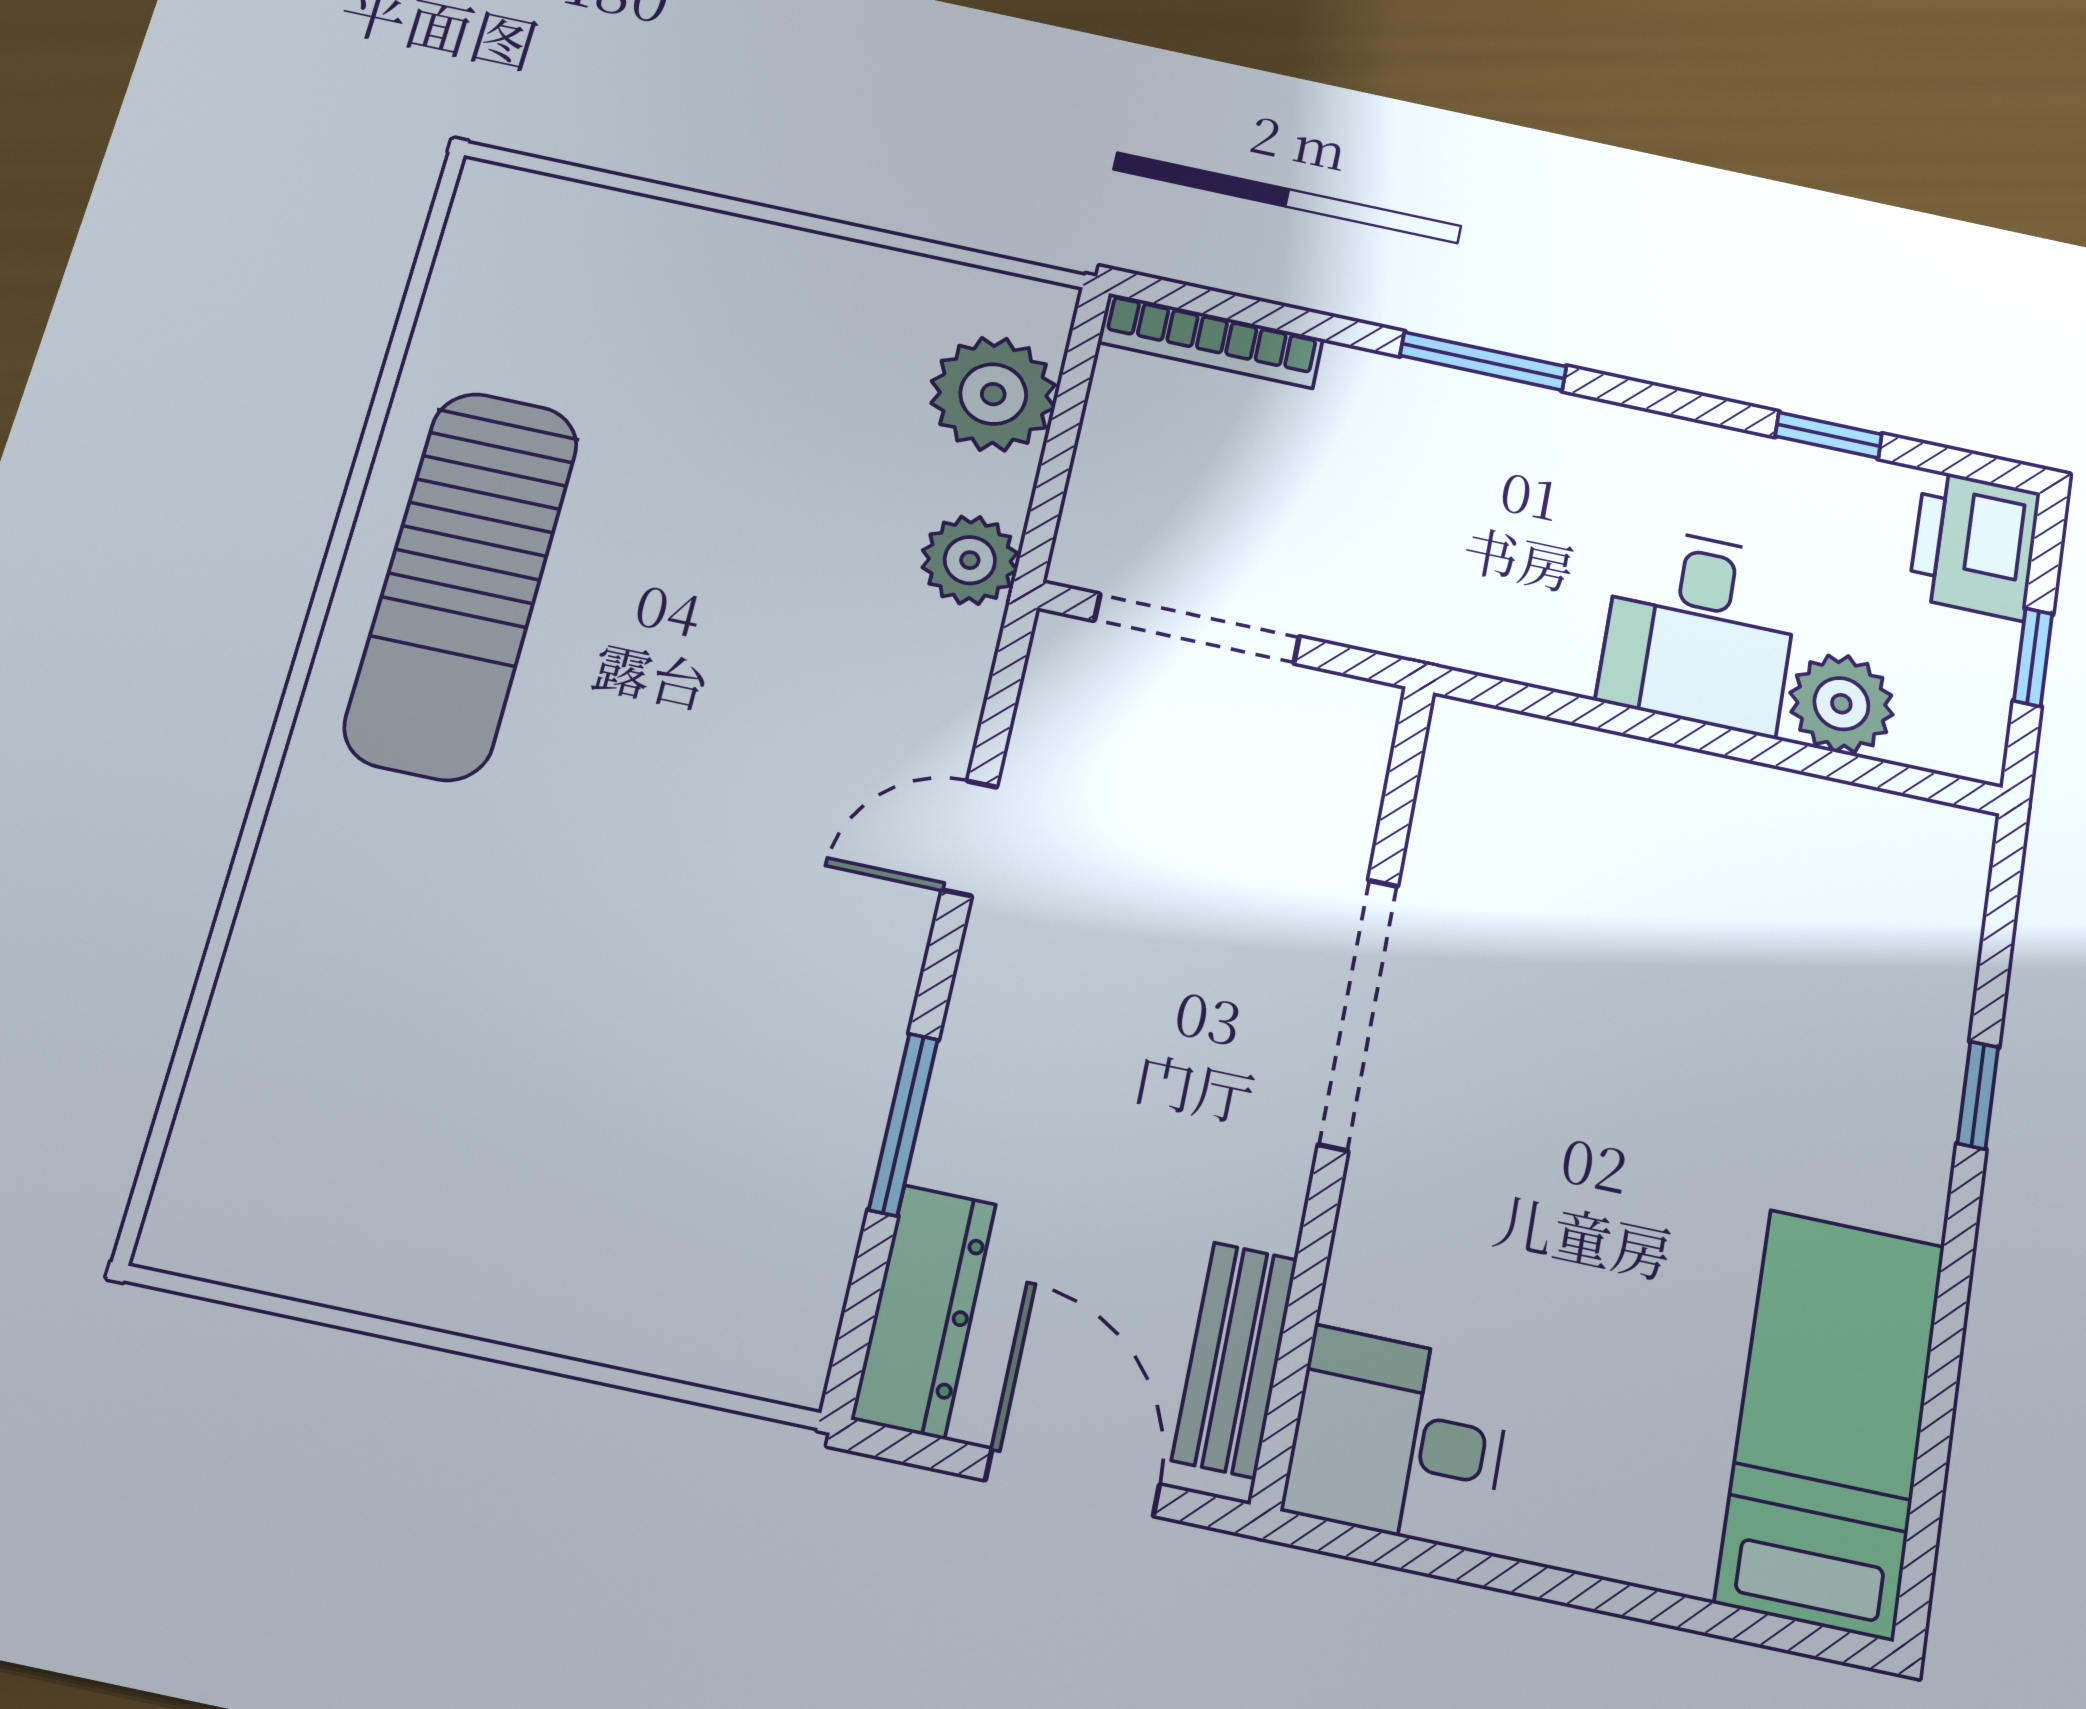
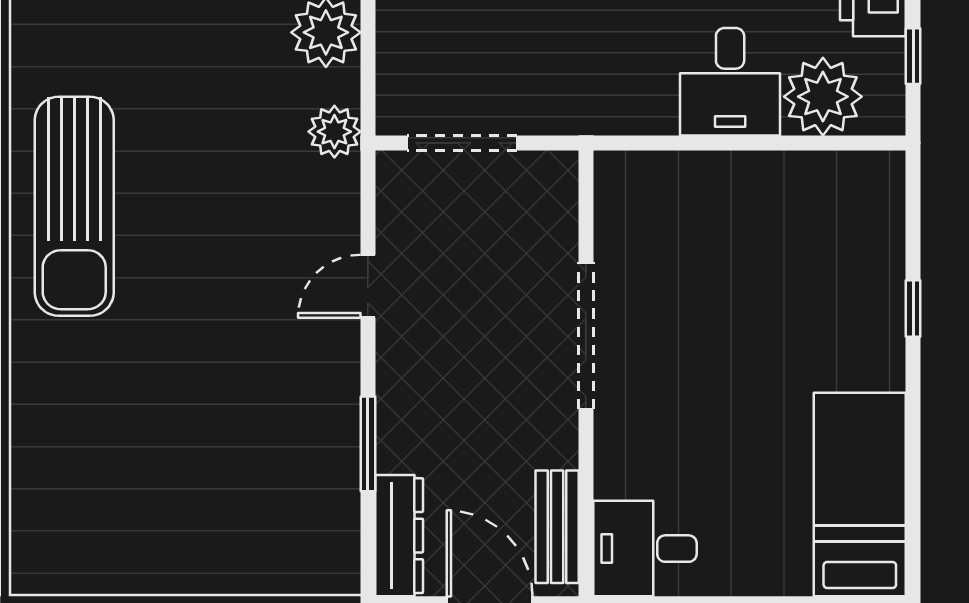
plant: (1841, 704) -> (823, 97), width x1.36, depth x1.36

